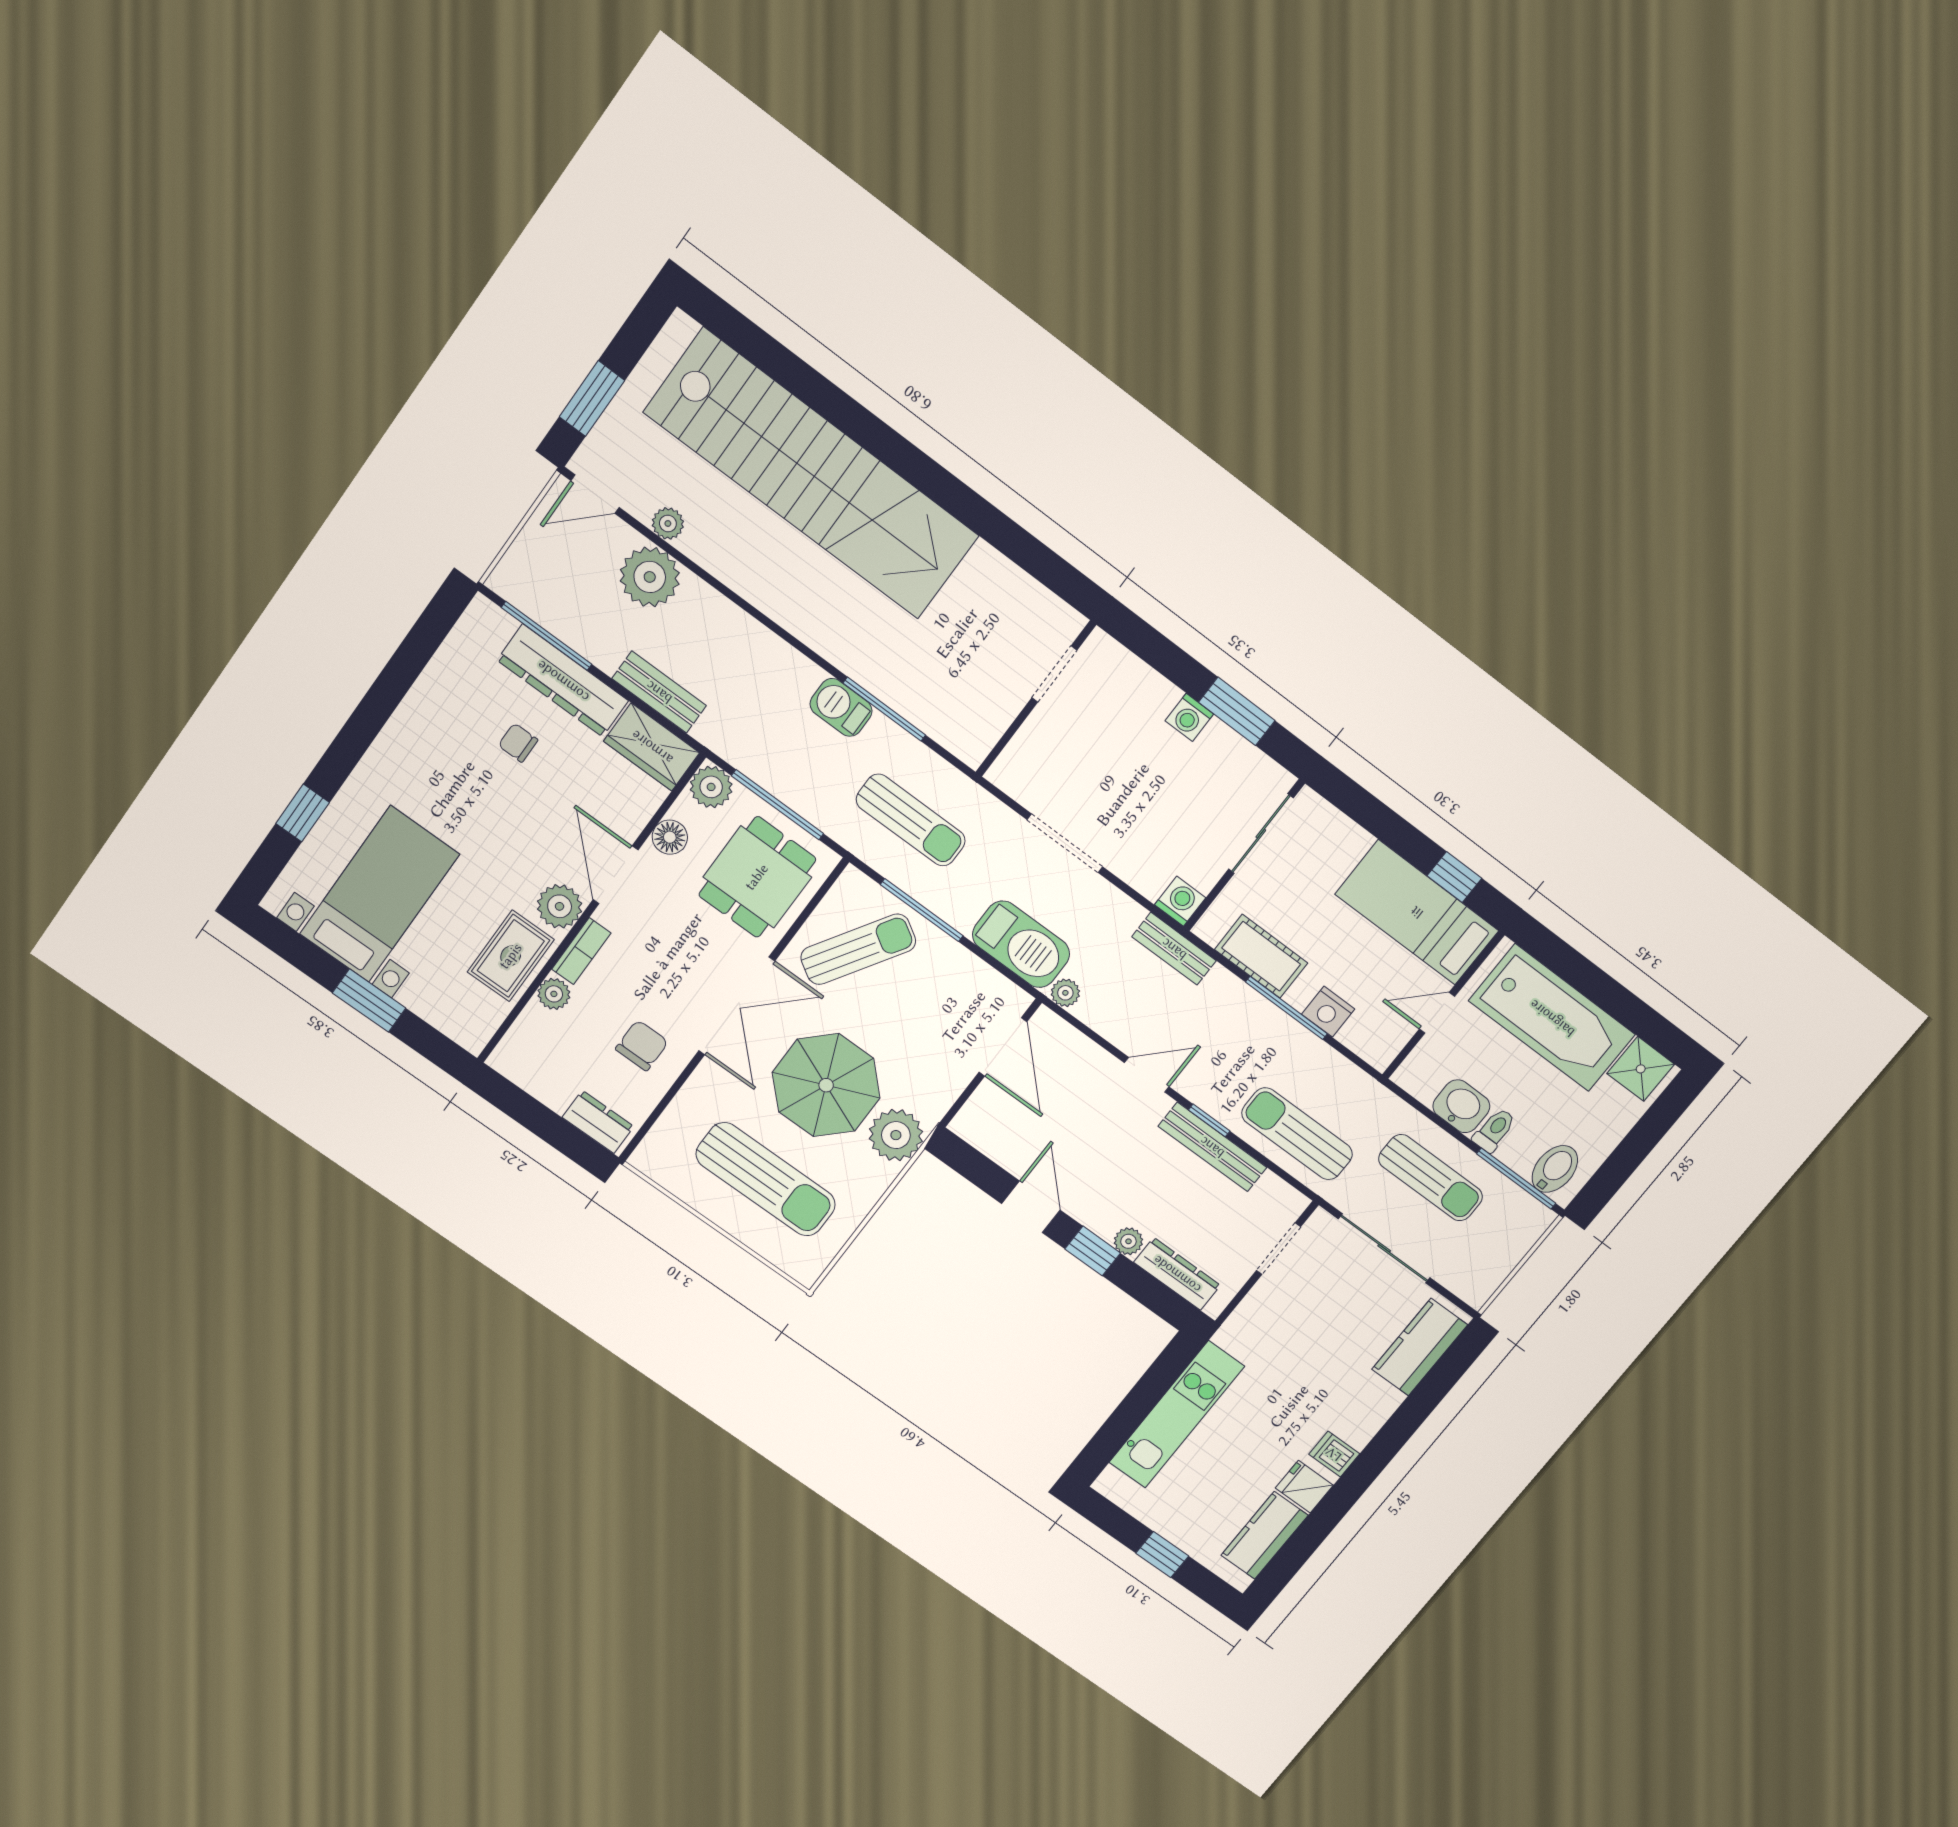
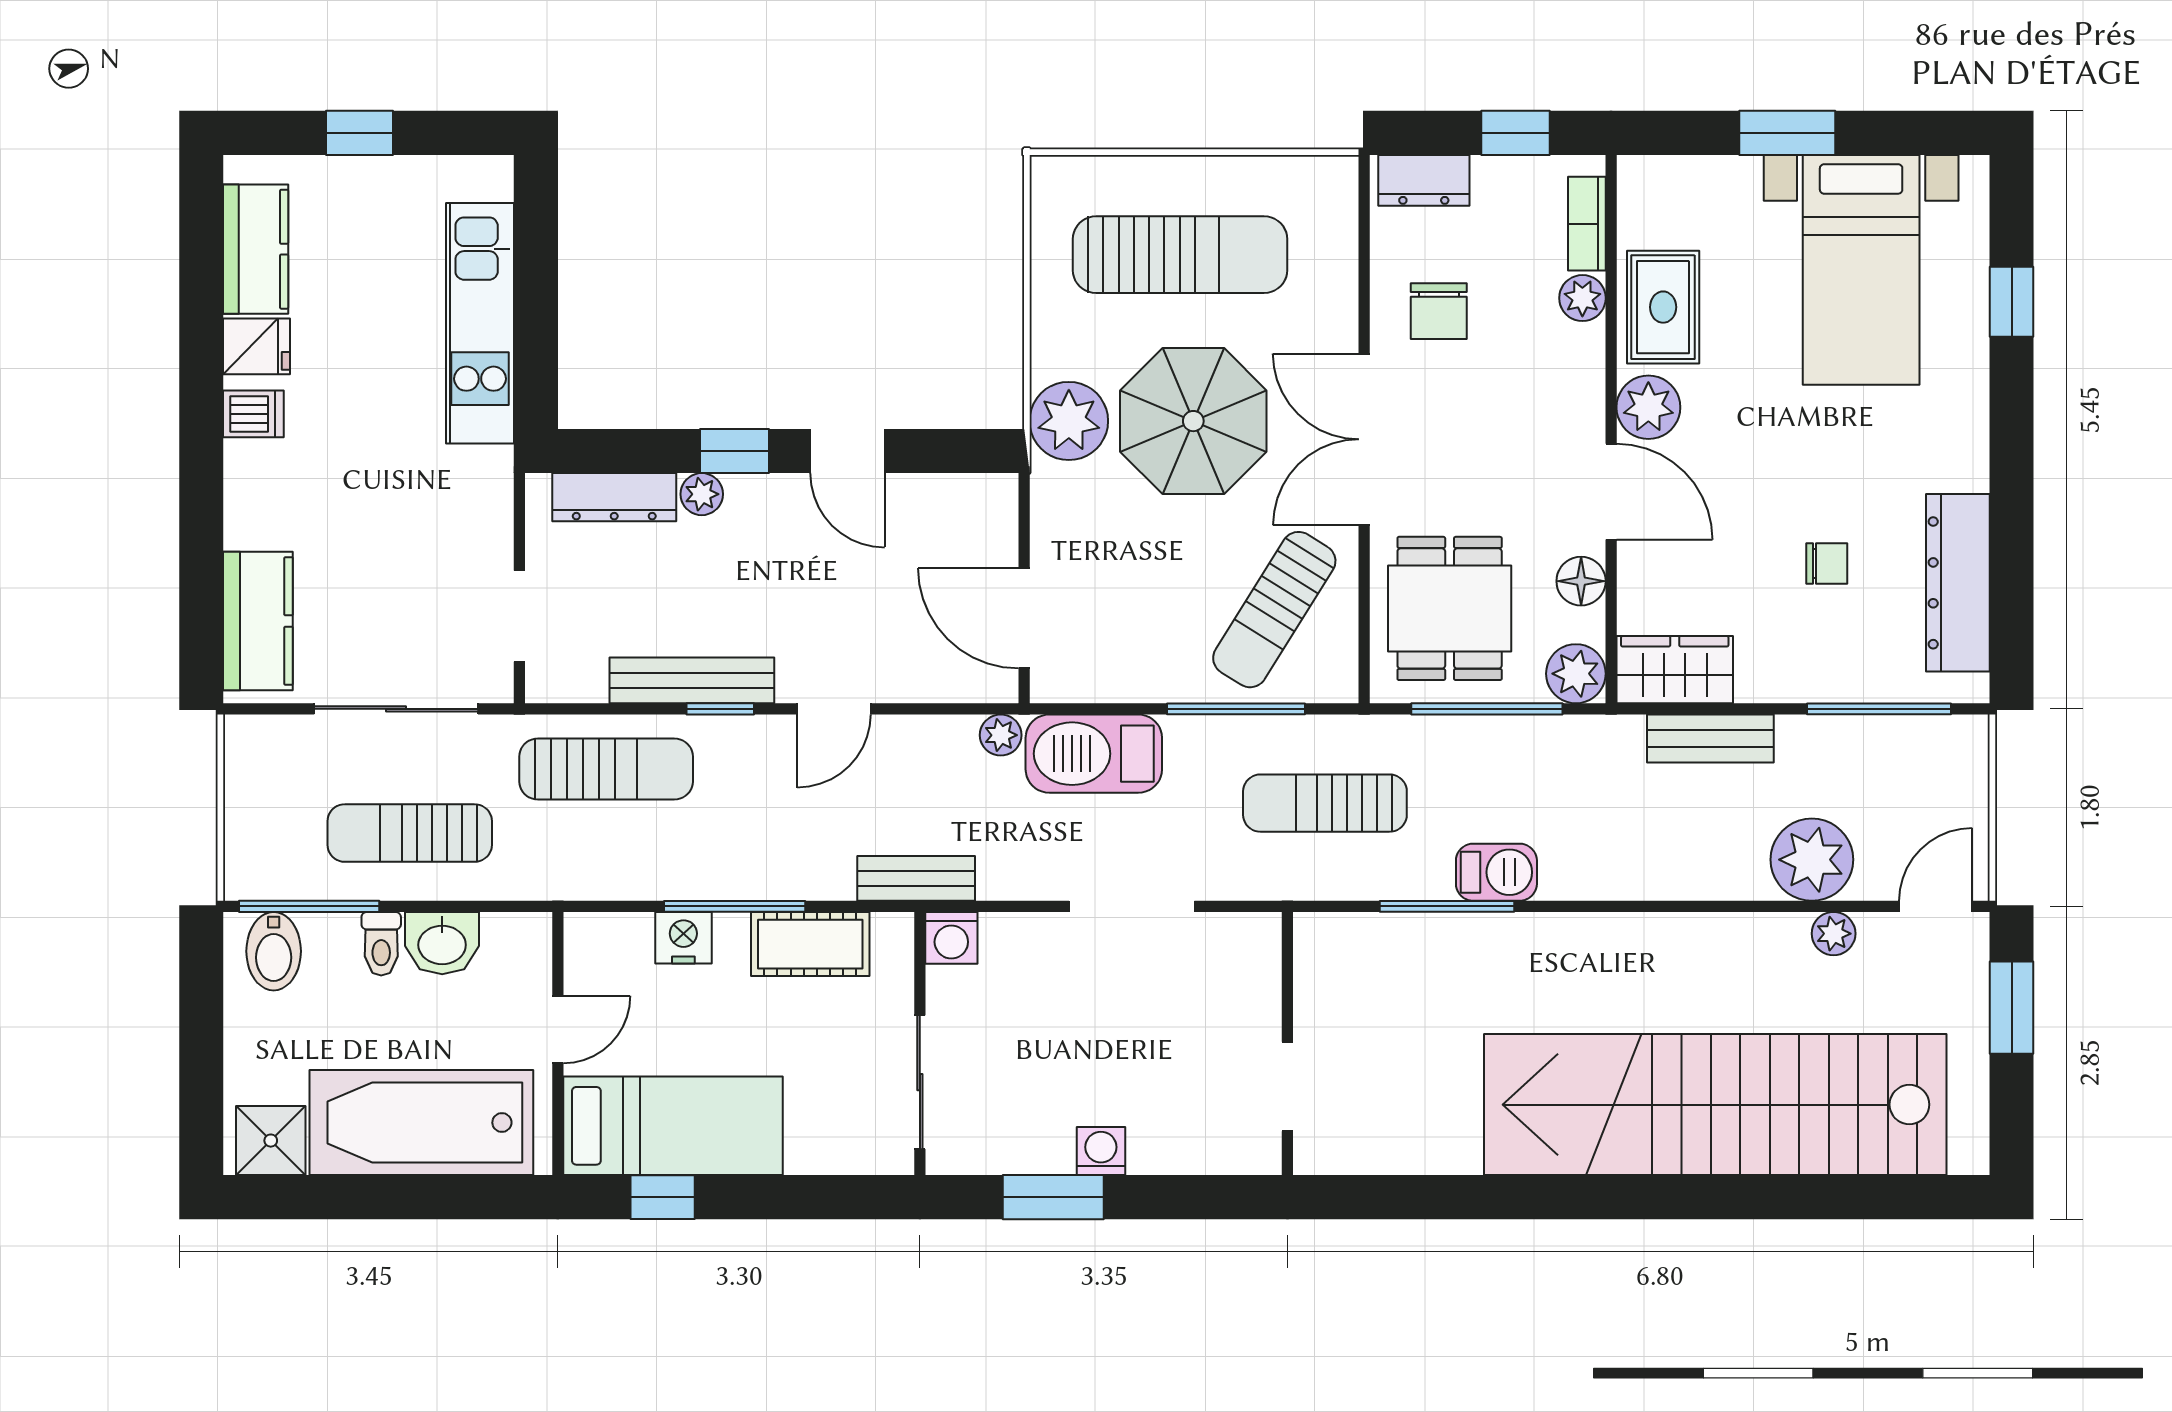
dresser: (563, 681) -> (1958, 583), moved, turned -90
bookcase: (581, 951) -> (1587, 224), moved
window: (527, 1111) -> (1516, 133), added
sun lounger: (766, 1179) -> (1180, 255), turned 180

